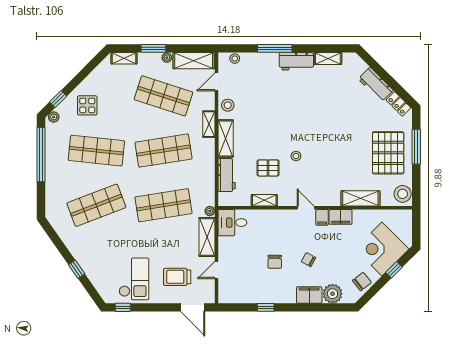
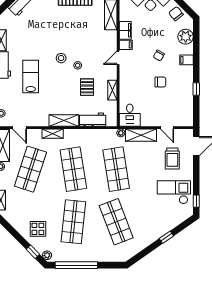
lab bench: (282, 96) -> (31, 77), added
stool: (228, 105) -> (61, 58), moved
filing cabinet: (309, 295) -> (186, 60), width x0.50

